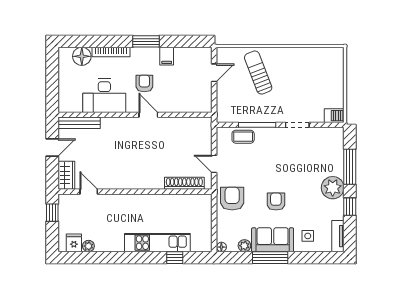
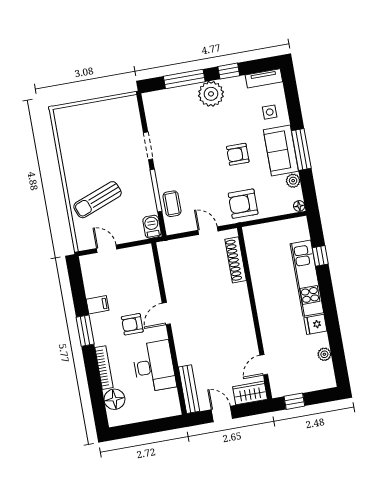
barbecue: (334, 116) -> (152, 227), moved
door: (214, 164) -> (208, 231), swing flipped
fridge: (74, 243) -> (315, 324), moved

